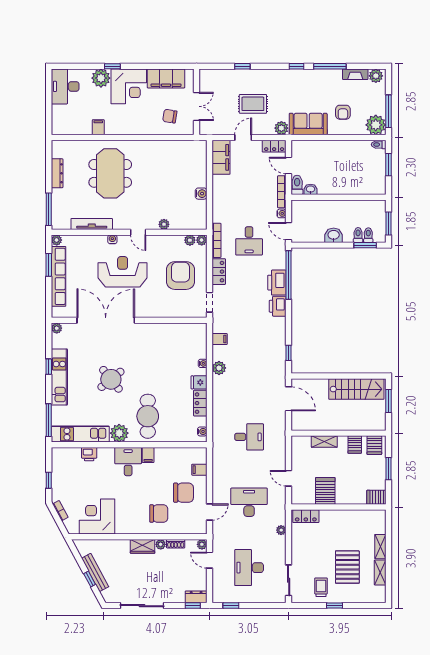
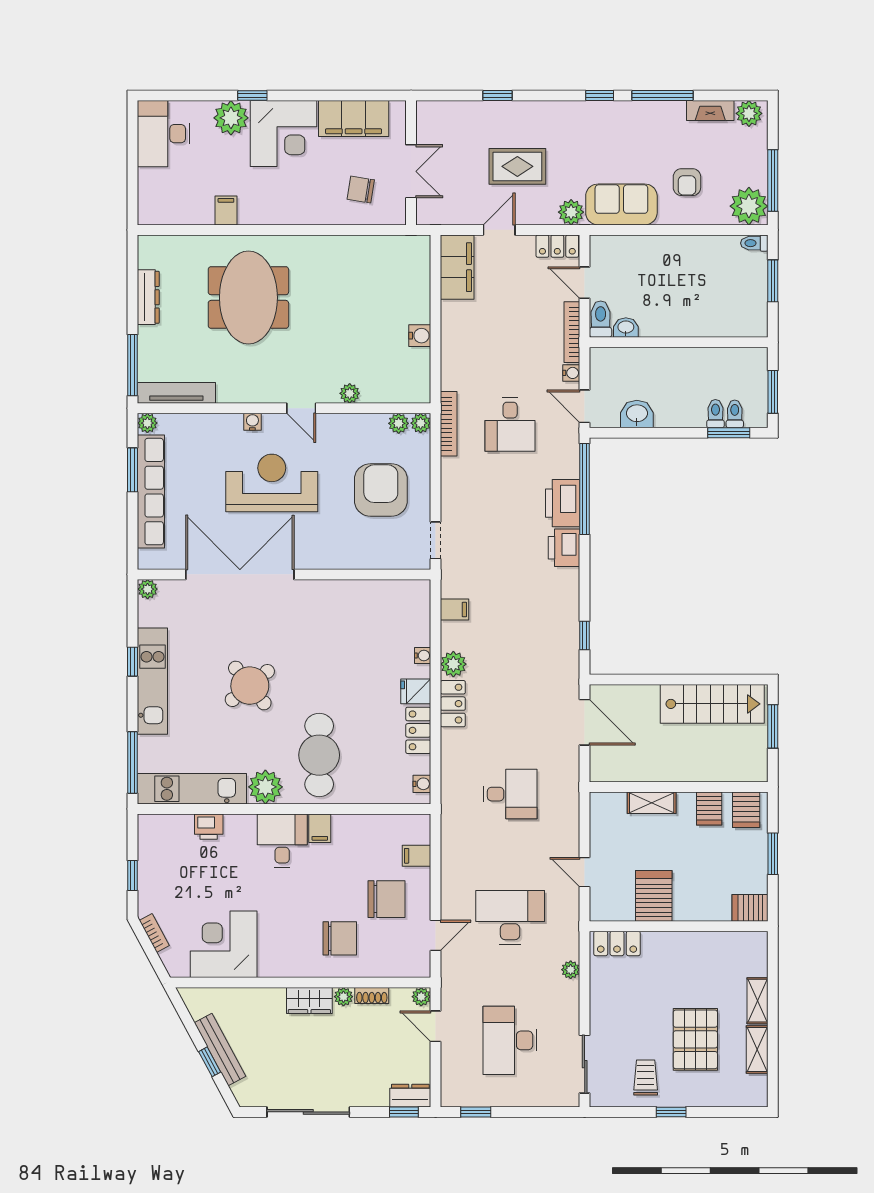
tv unit: (92, 224) -> (176, 393), moved
washbasin: (334, 235) -> (637, 414), moved
locker: (219, 272) -> (453, 704), moved

